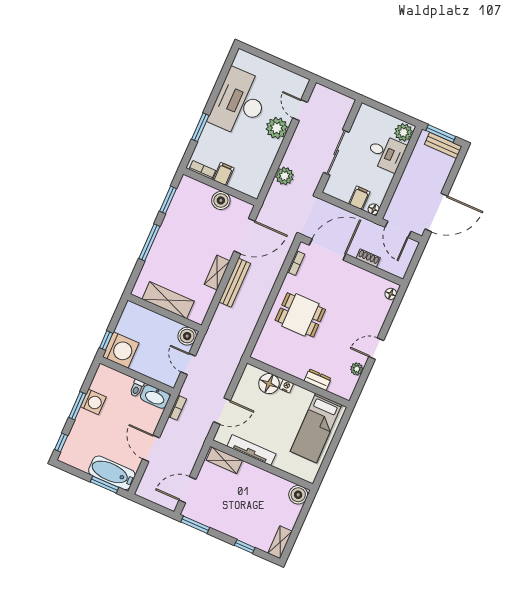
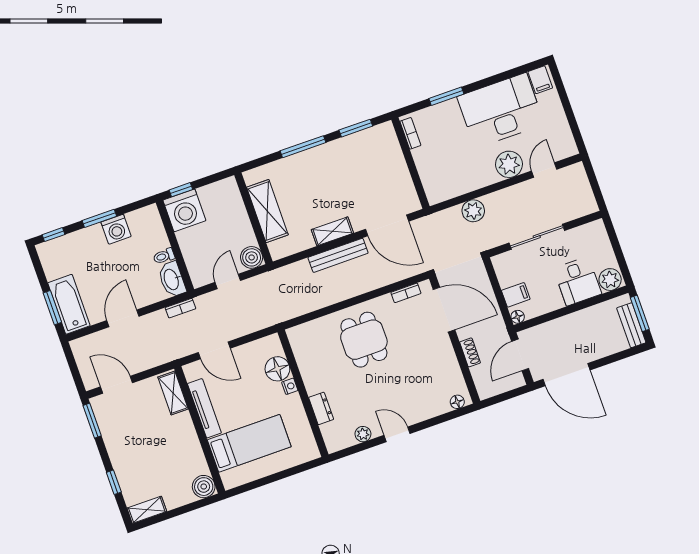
filing cabinet: (223, 174) -> (540, 80), moved, turned 90
boiler: (221, 200) -> (399, 175), removed
bed: (316, 428) -> (249, 443), moved, turned 180

